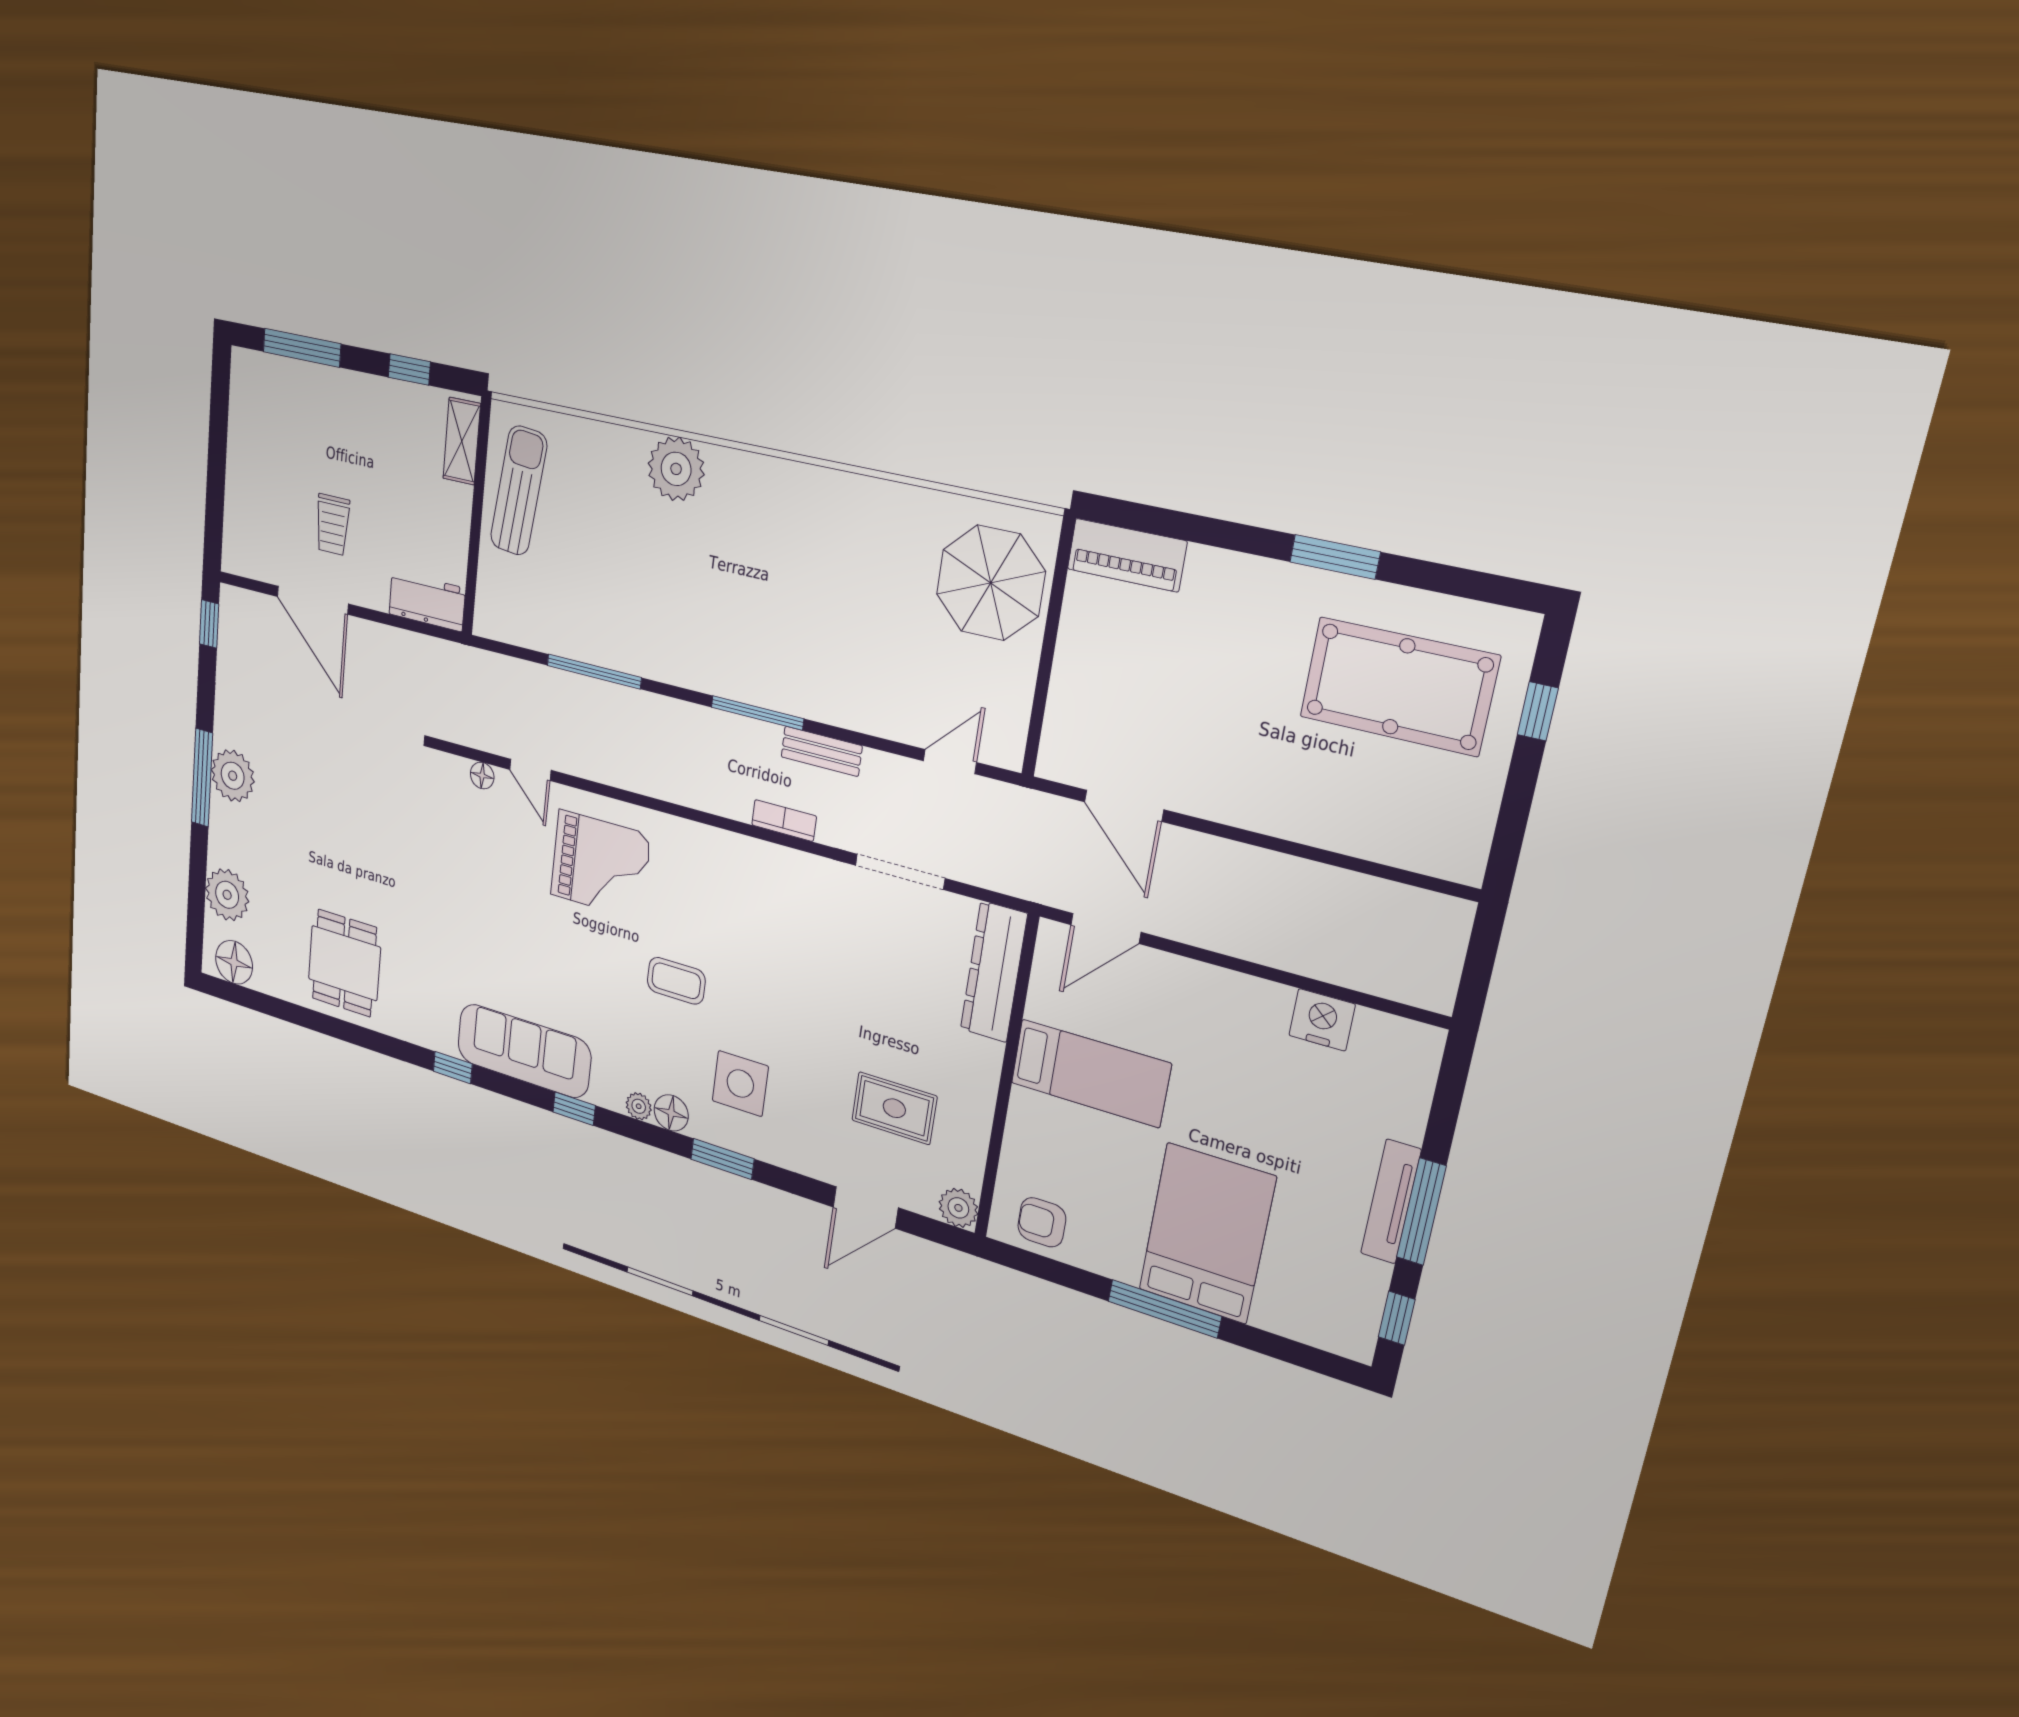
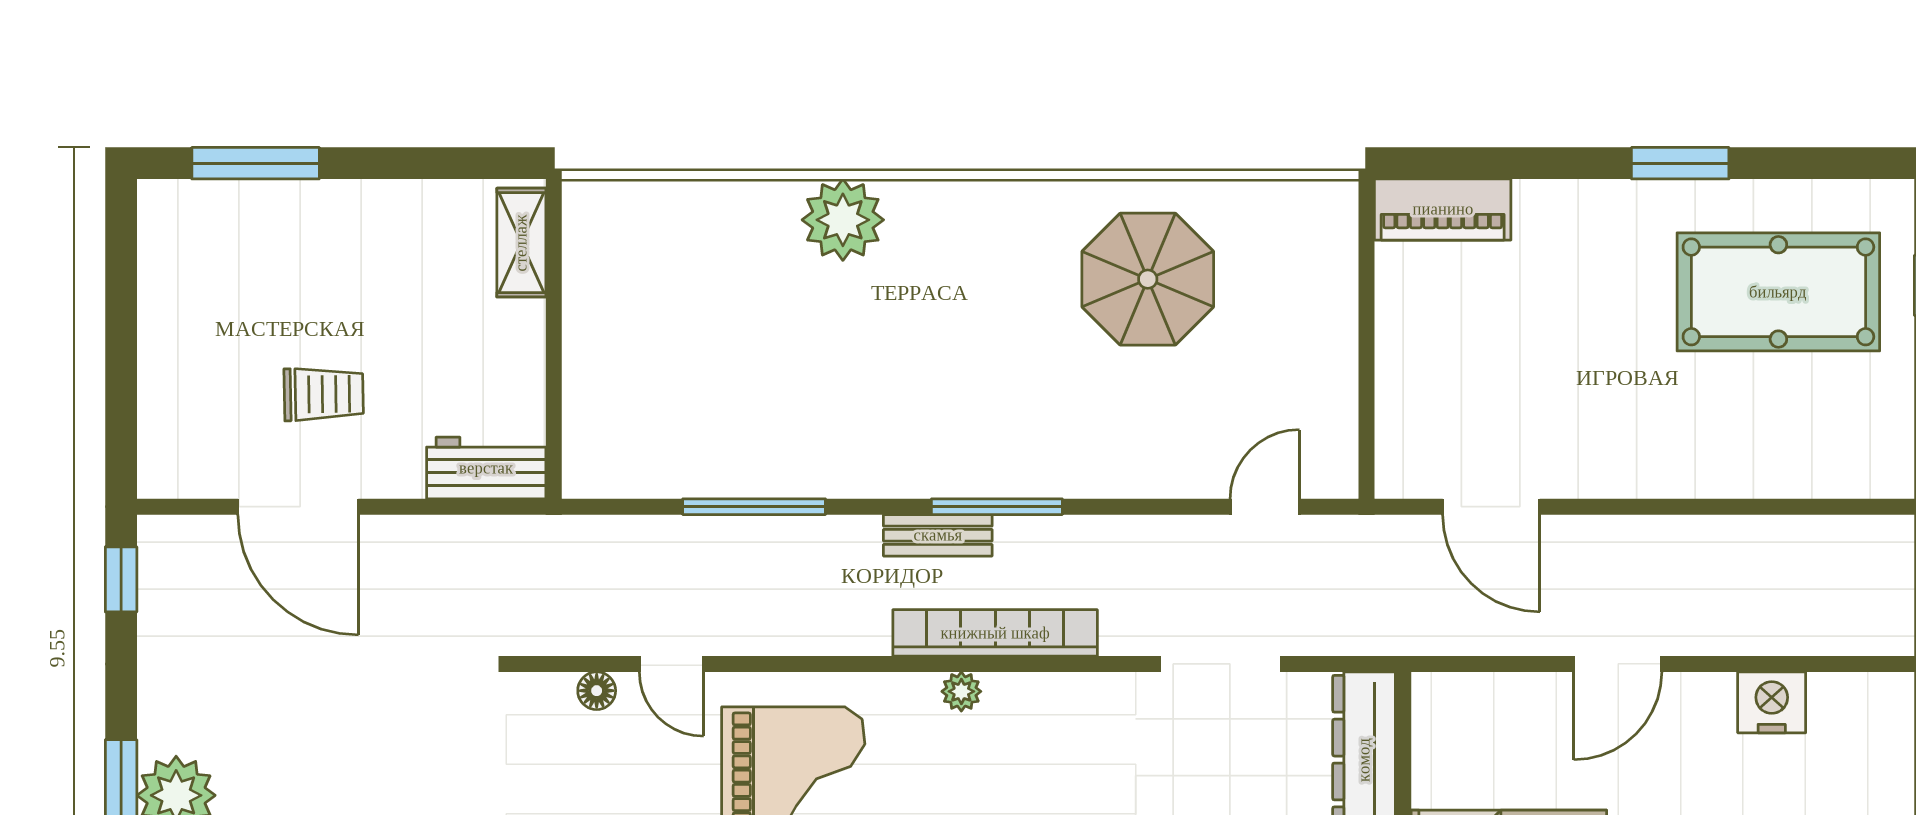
window: (409, 370) -> (431, 163), removed
sun lounger: (519, 491) -> (615, 291), removed
trolley: (333, 525) -> (324, 394), turned -91
parasol: (991, 583) -> (1148, 279), moved
bench: (821, 751) -> (938, 535), moved
bookcase: (784, 820) -> (995, 633), width x2.31, depth x1.31
plant: (717, 842) -> (961, 691), added
door: (1106, 928) -> (1618, 664), moved

